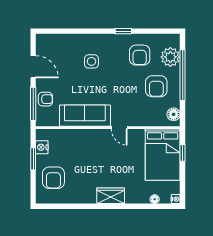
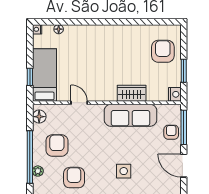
plant: (170, 57) -> (38, 171), width x0.53, depth x0.53
armchair: (45, 99) -> (171, 132), turned 90
door: (119, 128) -> (79, 103), moved
nightstand: (42, 147) -> (175, 94), moved
bed: (163, 155) -> (44, 75), width x0.67
wardrobe: (111, 196) -> (132, 93), moved, turned 180

